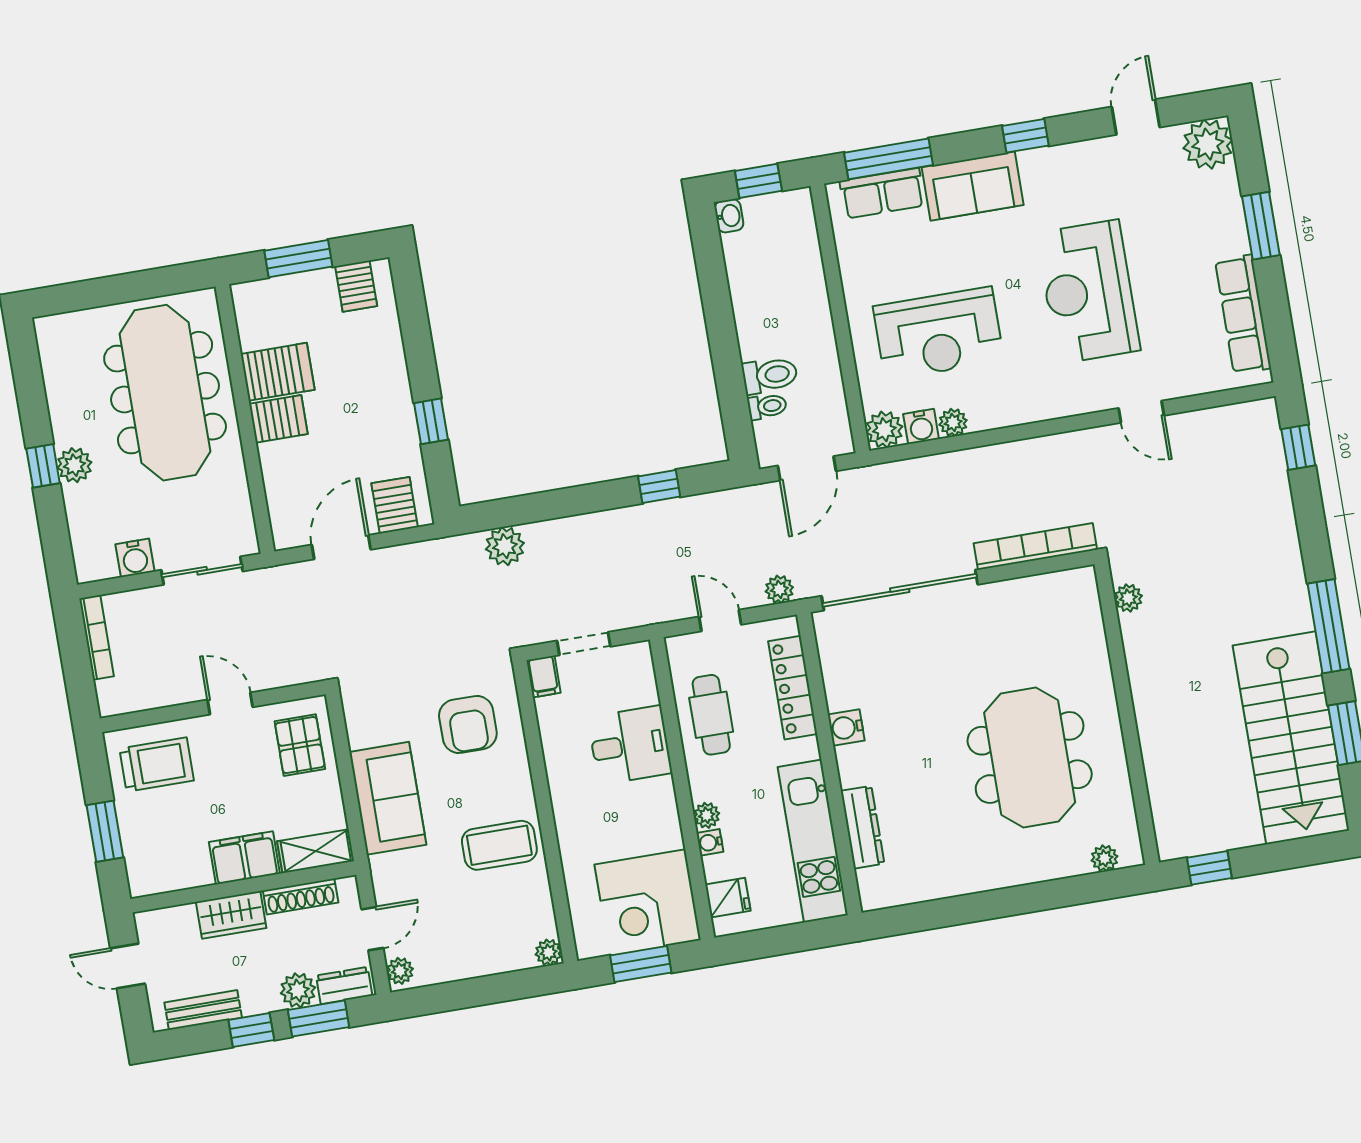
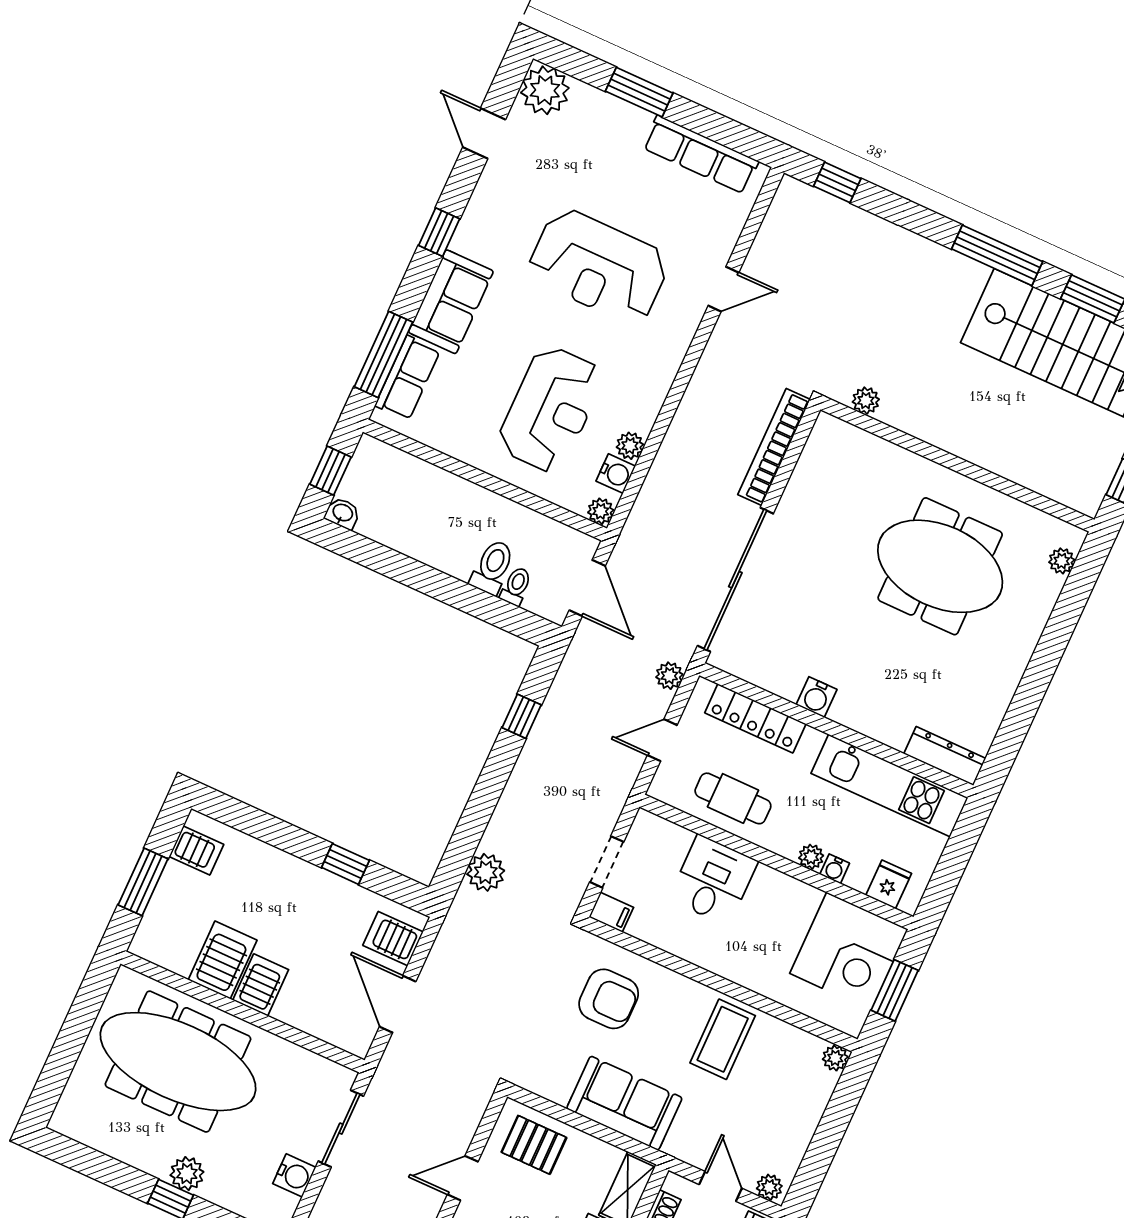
plant: (884, 430) -> (601, 511), width x0.73, depth x0.73
dresser: (863, 827) -> (945, 756), moved

